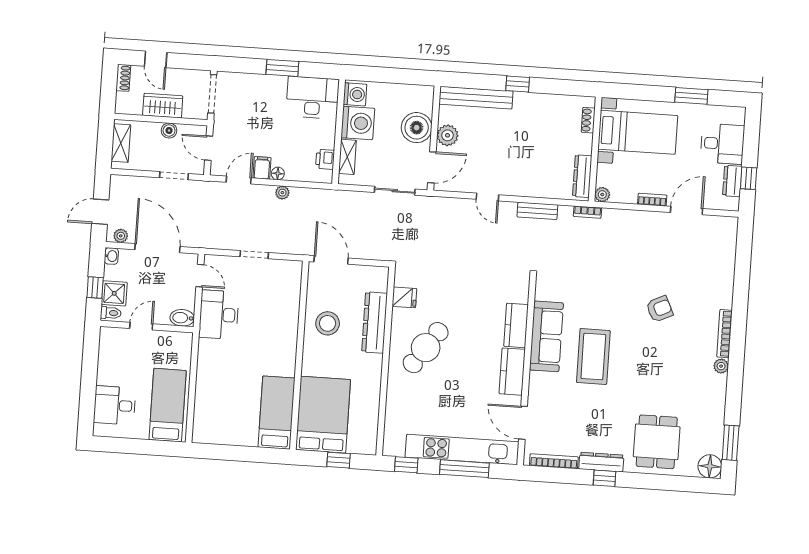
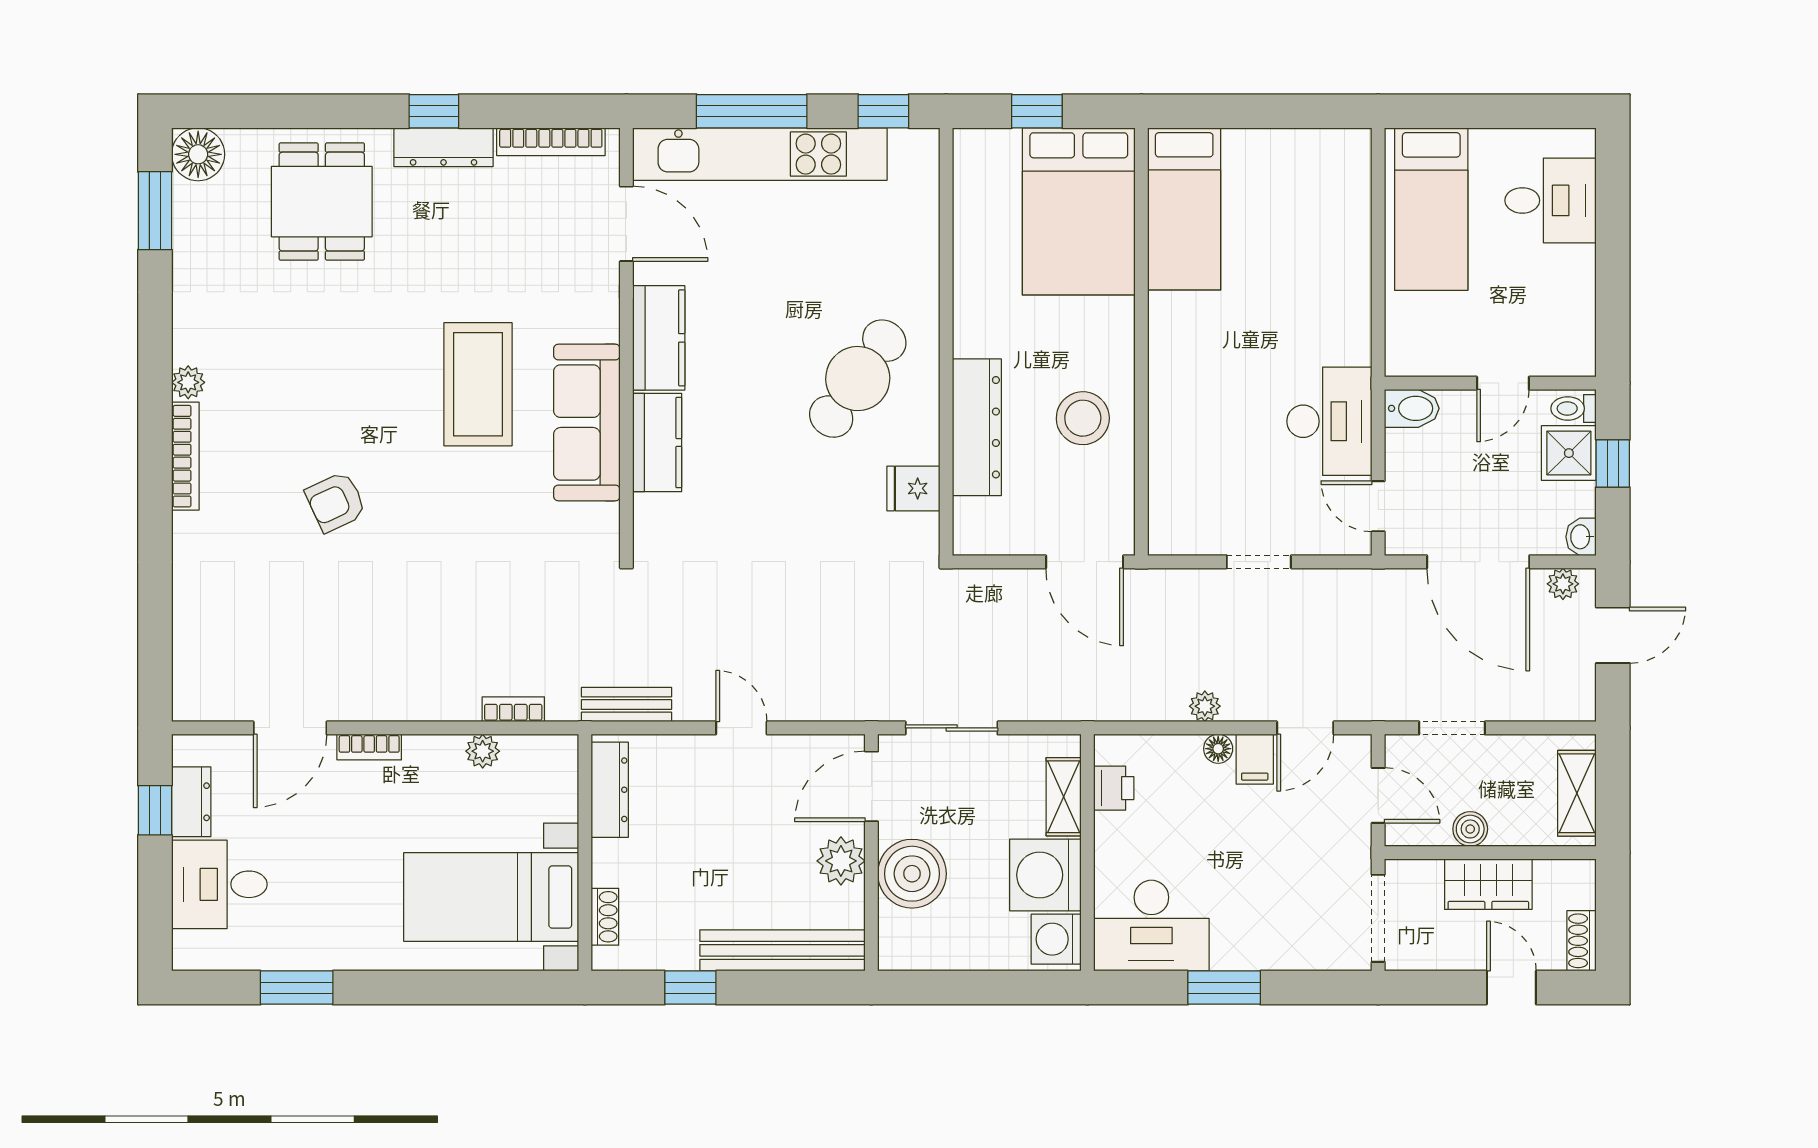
shoe rack: (588, 120) -> (605, 917), moved
bed with nightstands: (638, 132) -> (491, 897), moved
wall: (595, 149) -> (585, 853), moved
dresser: (582, 176) -> (610, 790), moved

